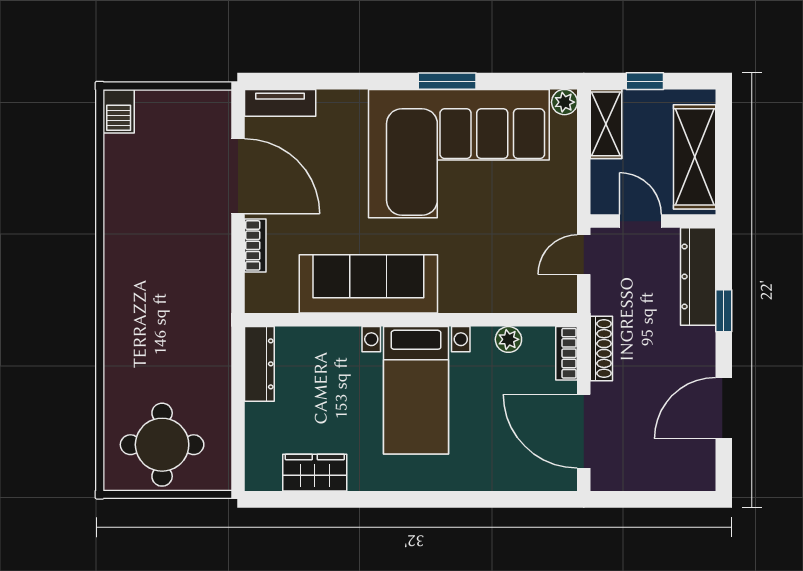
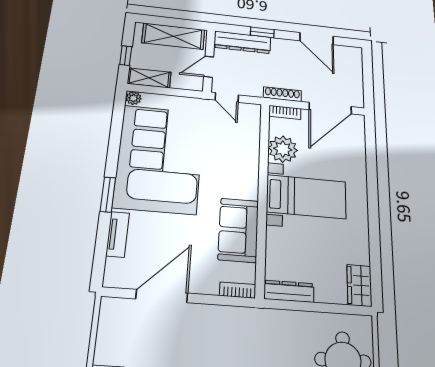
window: (447, 81) -> (108, 195), moved
tv unit: (280, 103) -> (118, 234), moved
bookcase: (255, 245) -> (238, 290), moved
sofa: (368, 284) -> (238, 230), width x0.73
plant: (508, 339) -> (283, 149), width x1.88, depth x1.88
wardrobe: (315, 473) -> (359, 285), moved

